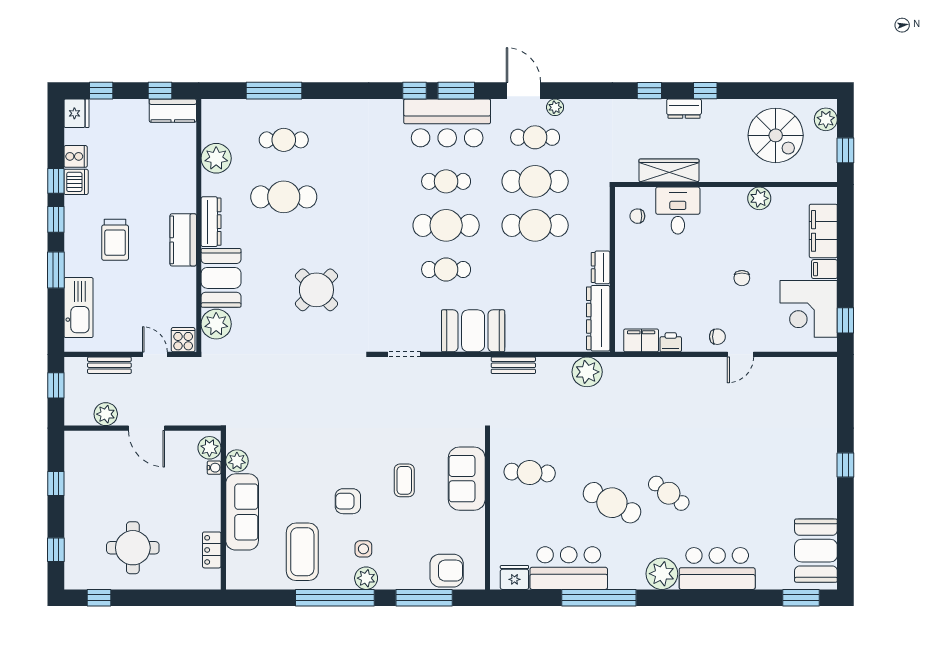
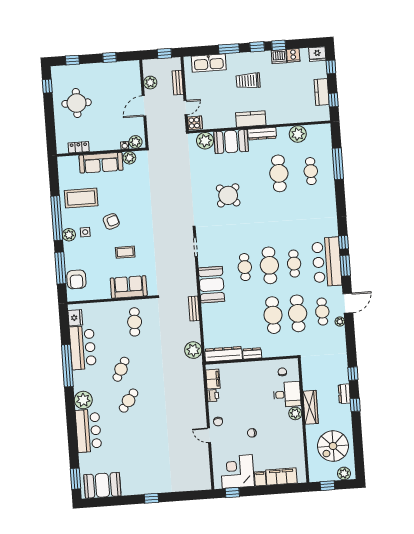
kitchen counter: (173, 111) -> (322, 92), moved
wardrobe: (669, 170) -> (310, 407), moved
plant: (759, 198) -> (295, 413), moved
armchair: (348, 501) -> (111, 221), turned 72
cafe table: (612, 503) -> (121, 369), width x0.73, depth x0.74

